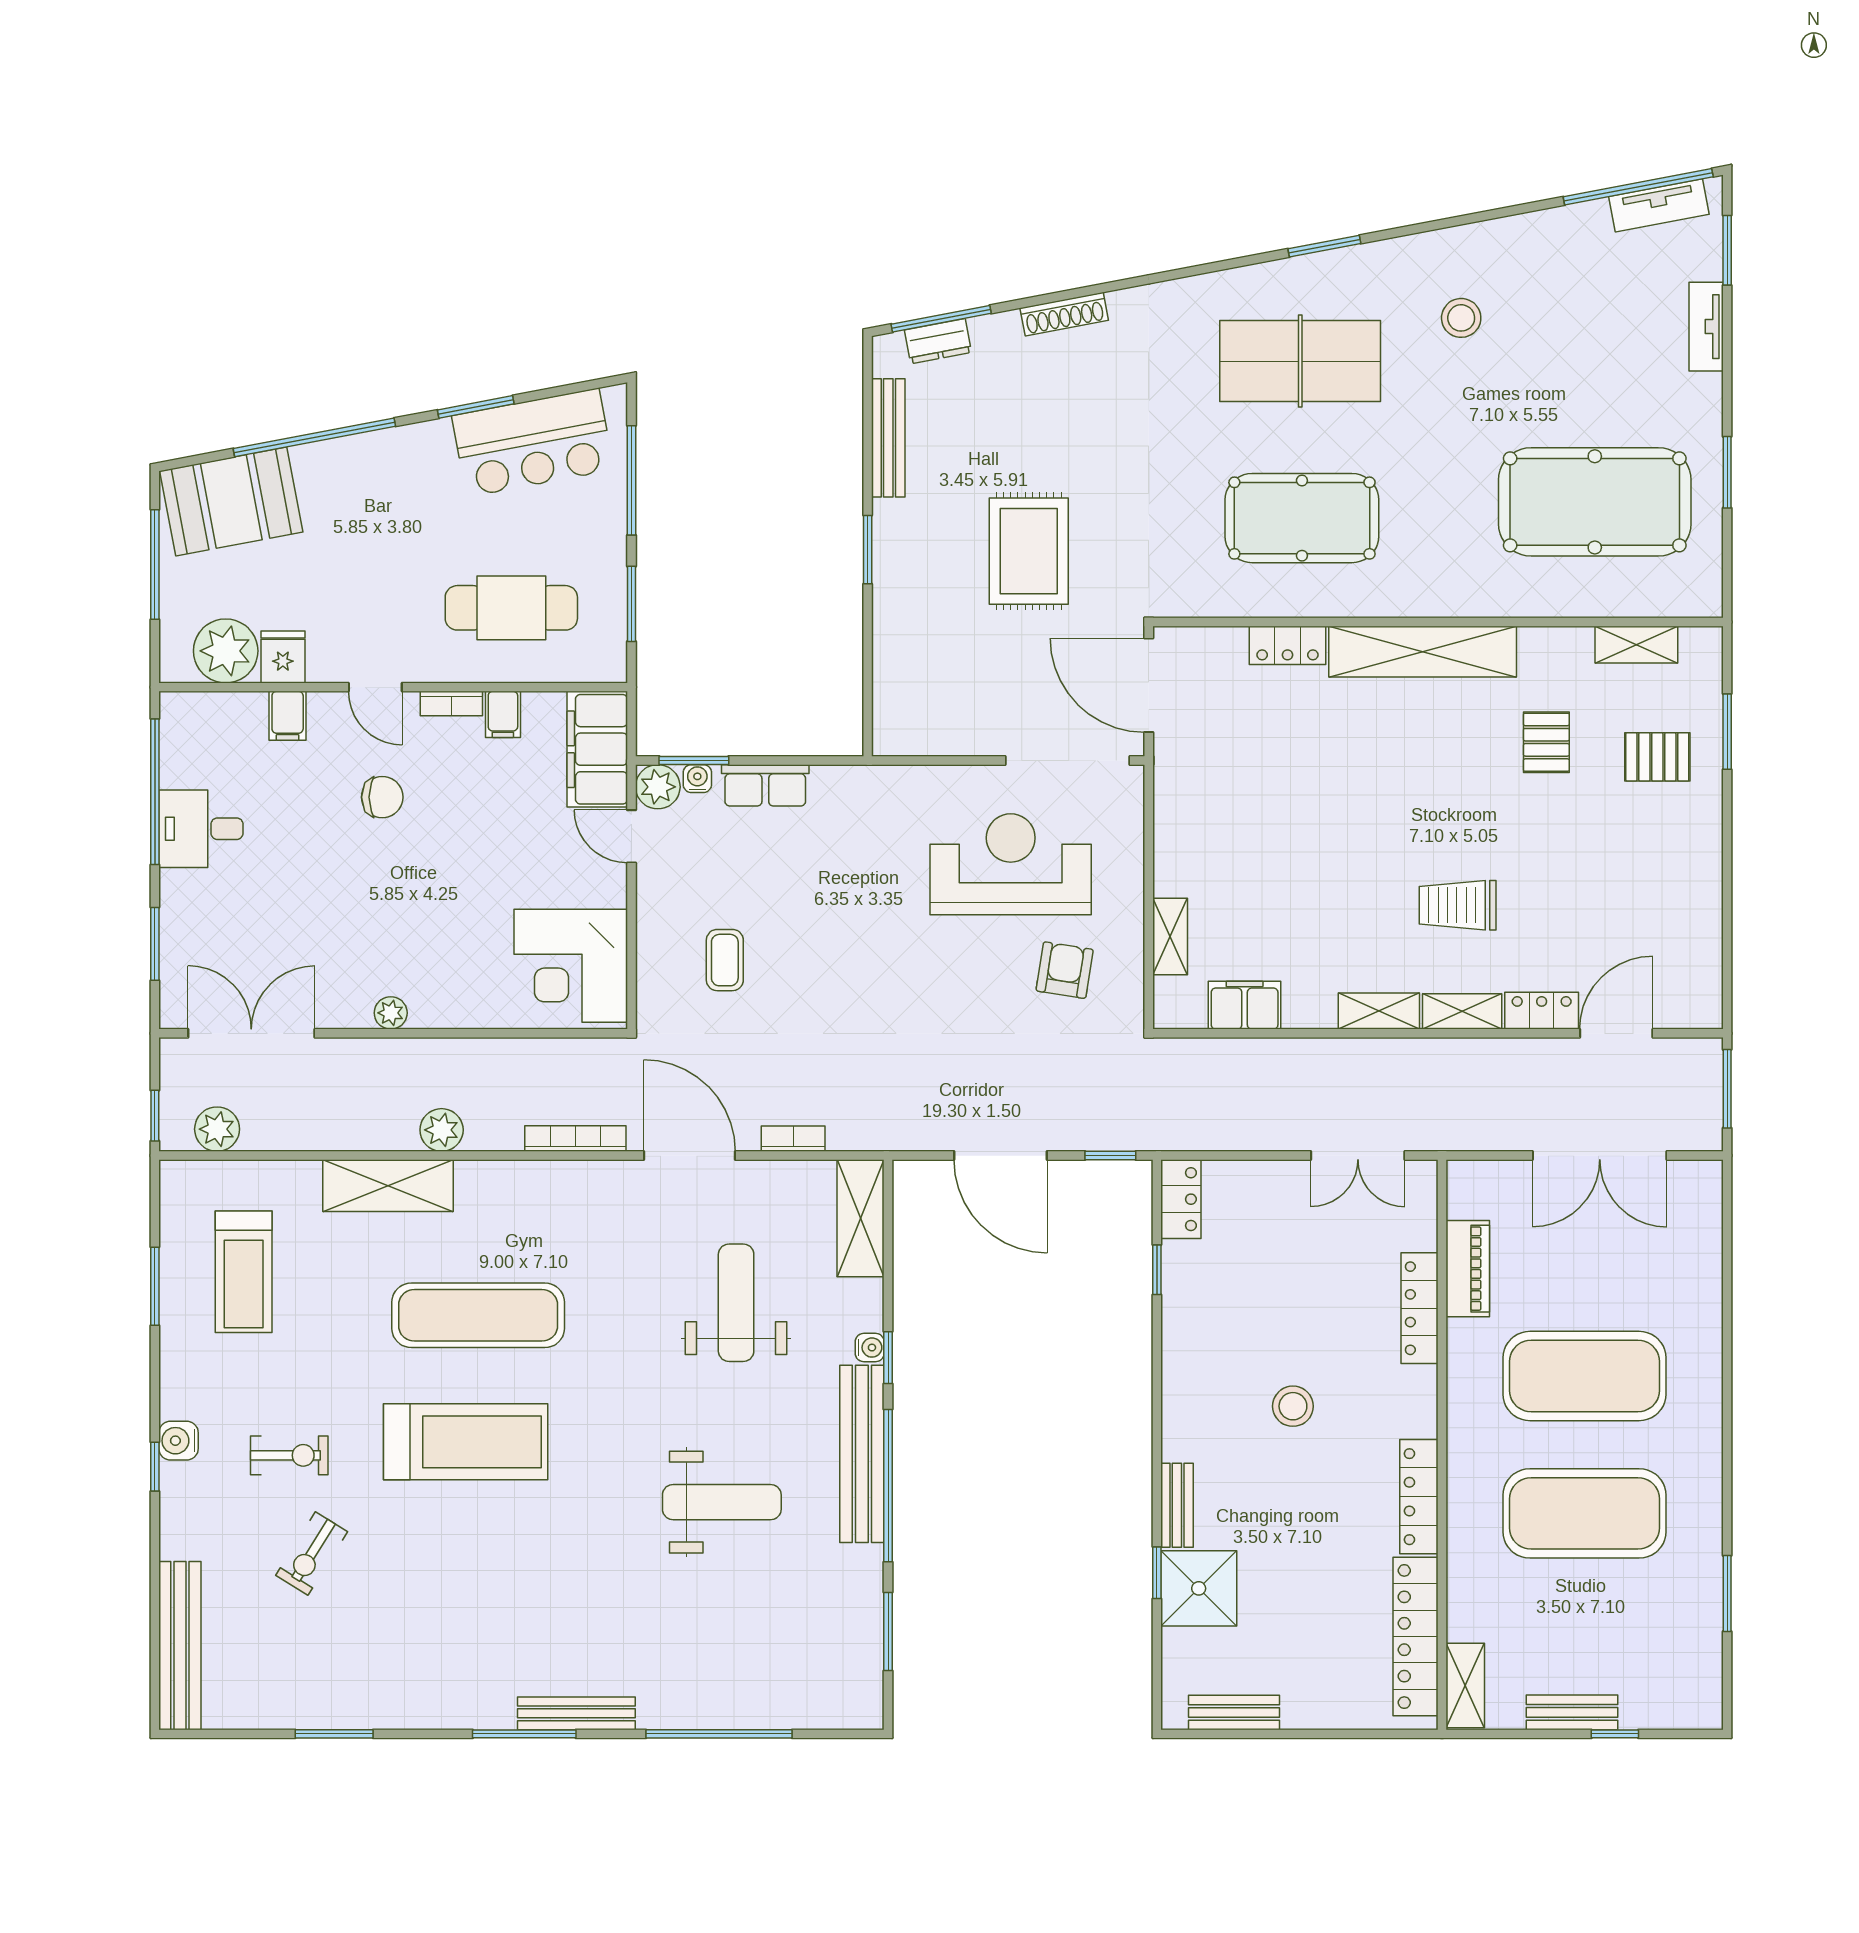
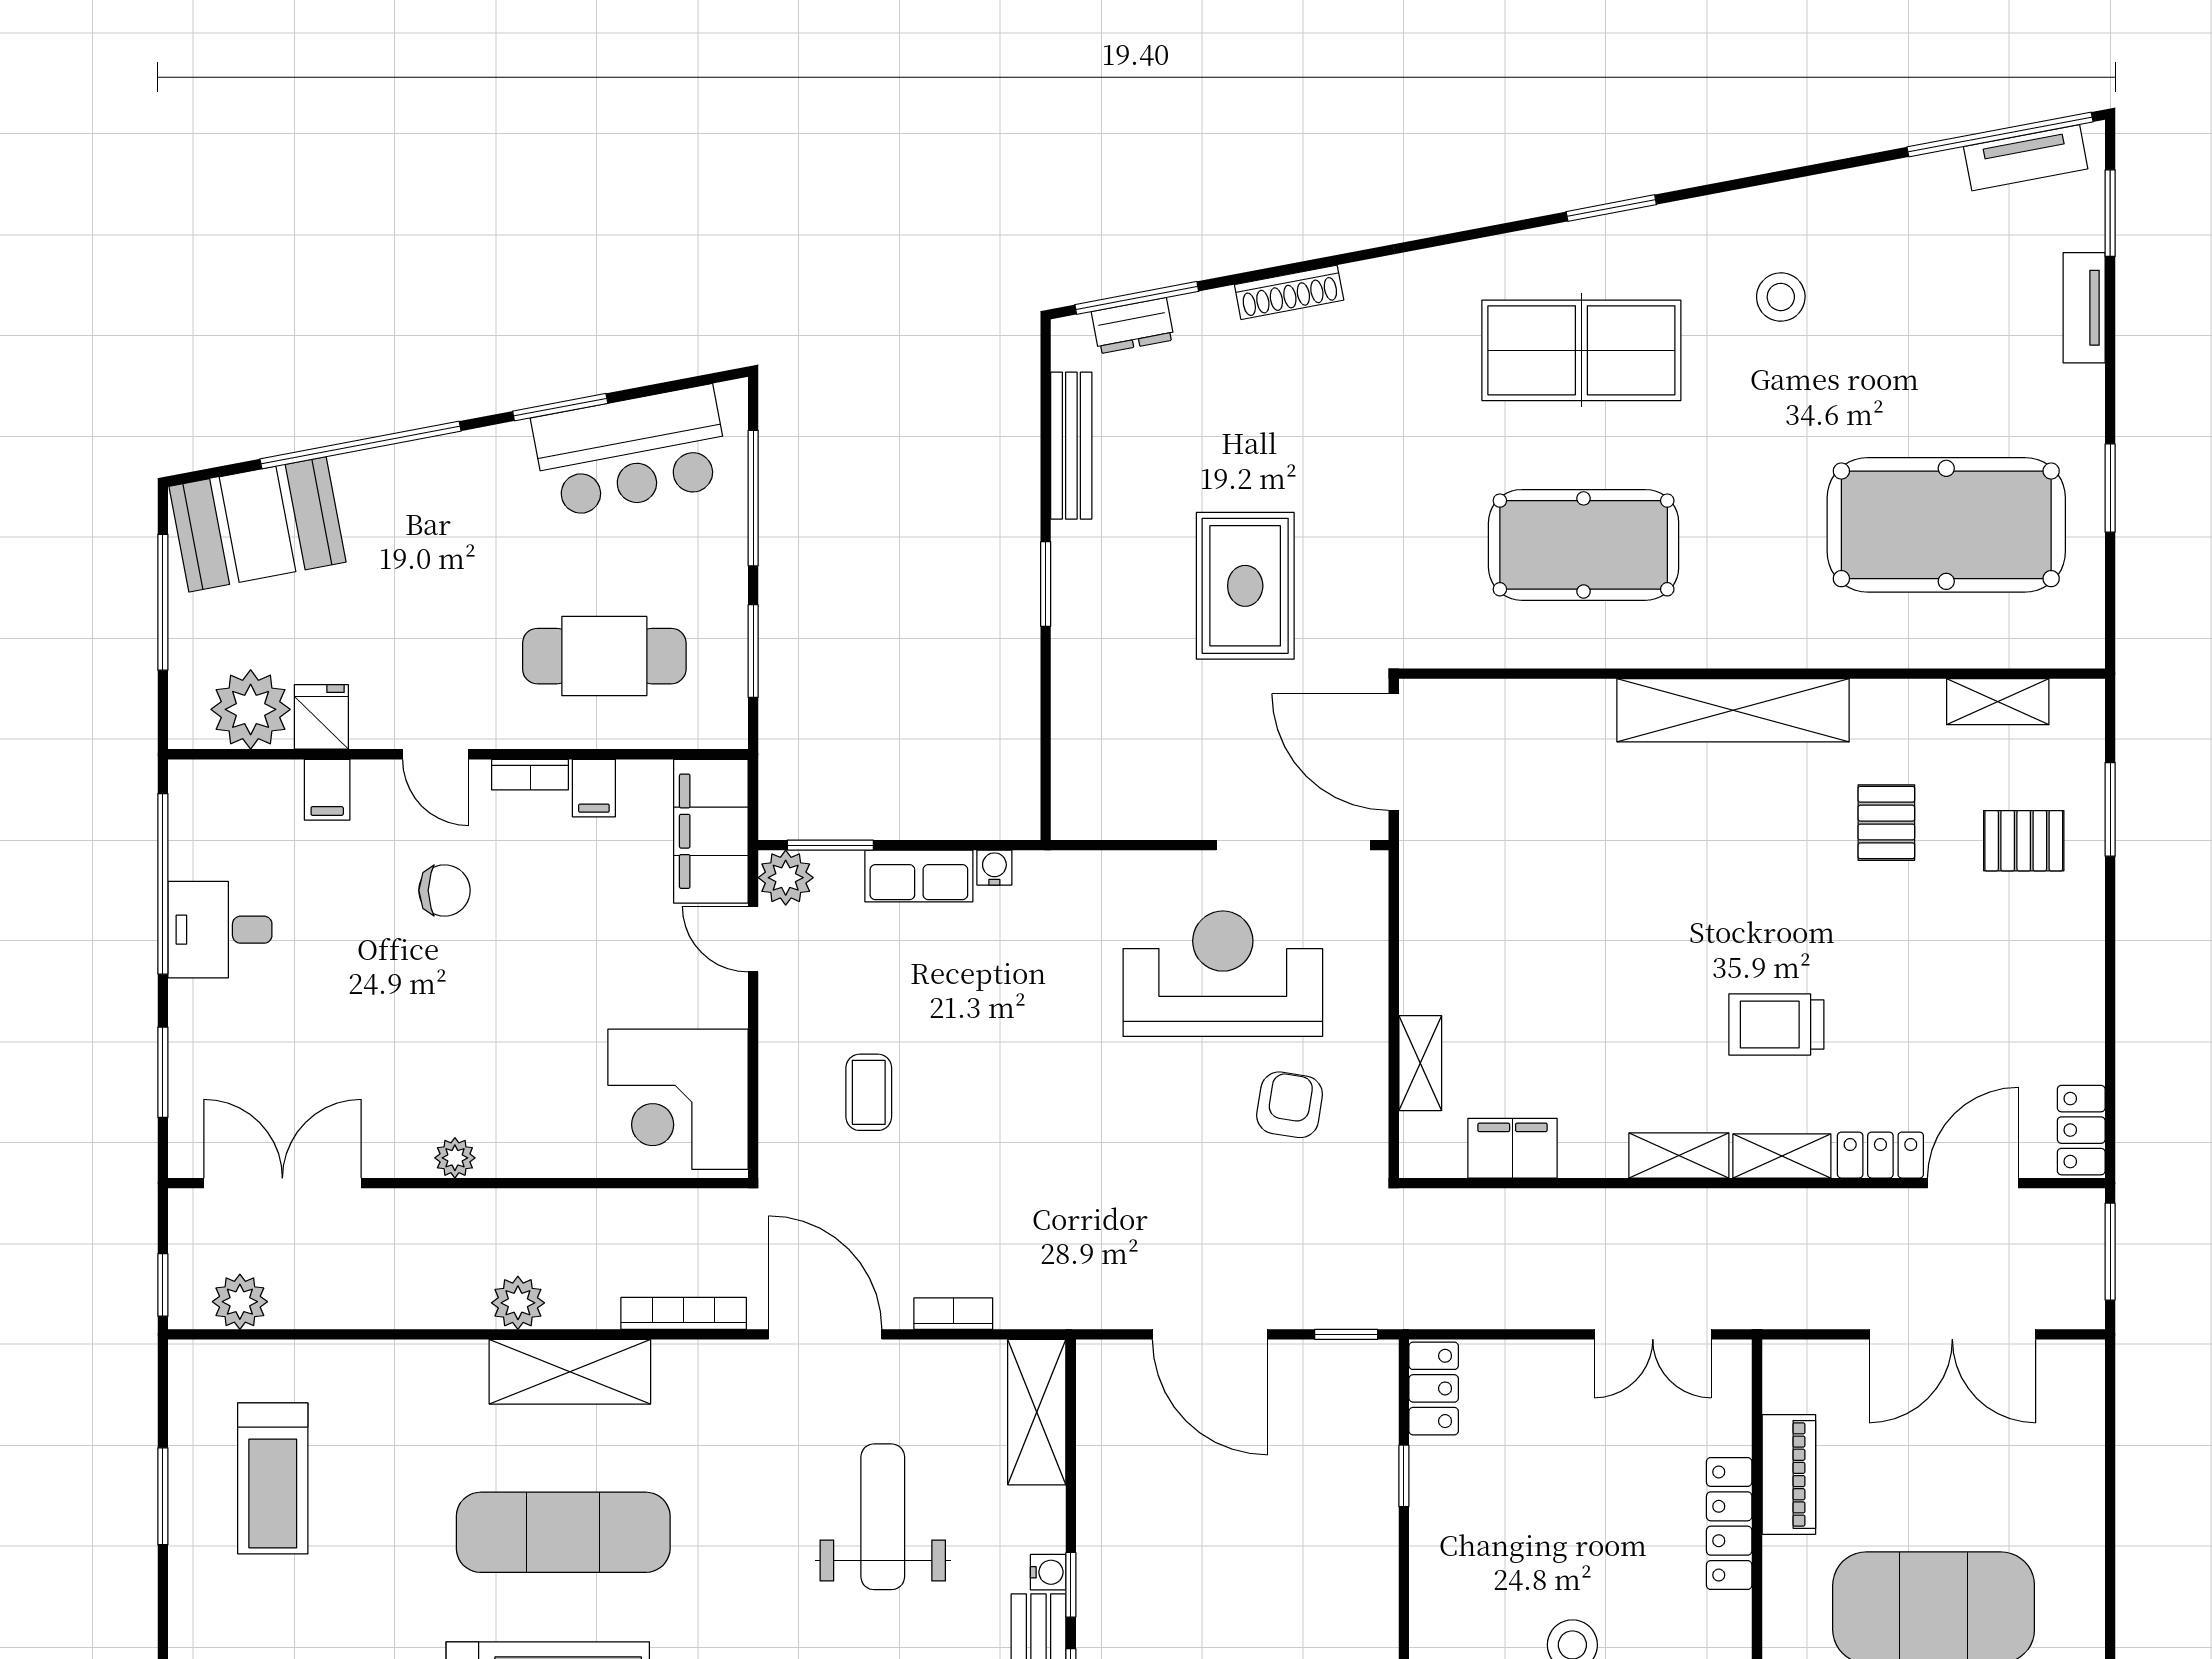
locker: (1288, 645) -> (2081, 1130), moved, turned 90
water cooler: (697, 779) -> (994, 868), moved
shelving: (388, 1186) -> (570, 1372), moved

